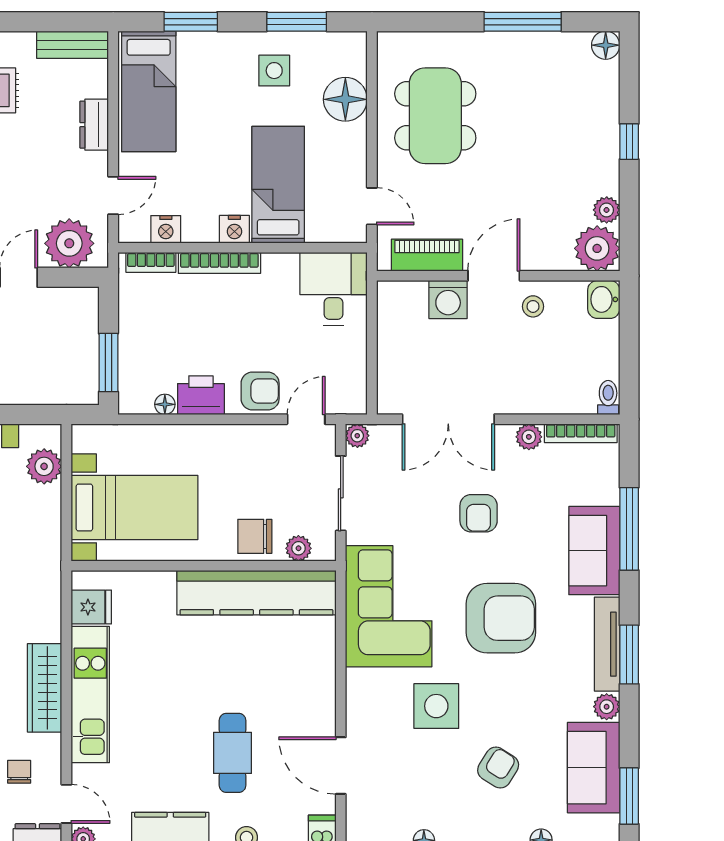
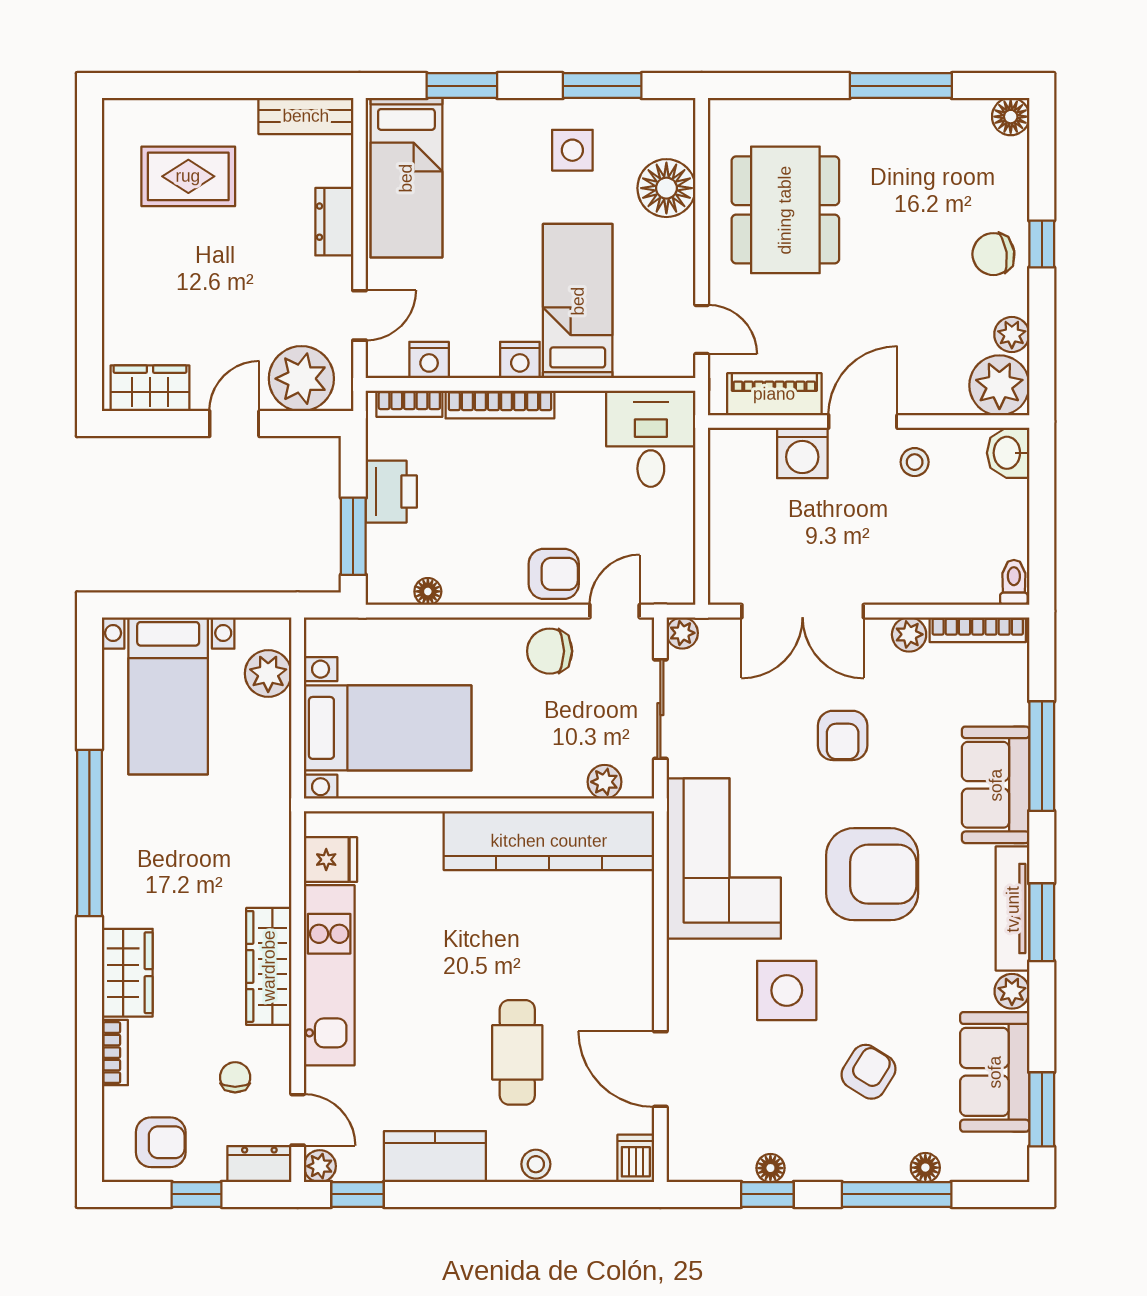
chair: (593, 149) -> (993, 254), added
printer: (201, 395) -> (391, 492), moved, turned 90
chair: (255, 536) -> (550, 651), moved

